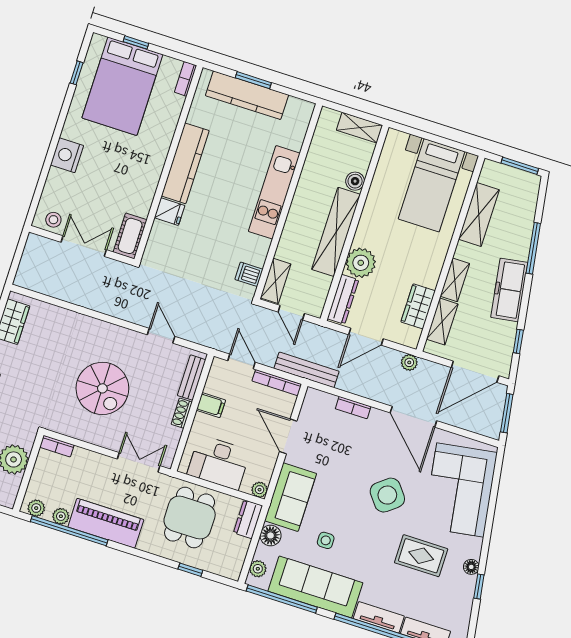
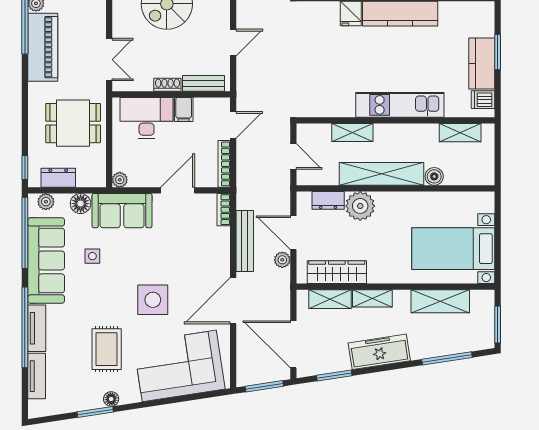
kitchen counter: (247, 95) -> (482, 63), width x0.67
shelving: (360, 128) -> (460, 133), moved, turned 90
window: (533, 248) -> (447, 358), moved
dishwasher: (249, 274) -> (483, 100), moved, turned -90
shelving: (276, 281) -> (352, 133), moved
dresser: (343, 299) -> (328, 200), width x0.70
wardrobe: (418, 306) -> (337, 272), width x1.50
door: (291, 313) -> (293, 156), swing flipped
window: (518, 341) -> (334, 376), width x1.50
plant: (409, 362) -> (282, 260), moved
bench: (307, 370) -> (245, 241), moved
bookcase: (353, 408) -> (224, 210), moved
desk: (219, 463) -> (147, 118), moved, turned 90
side table: (387, 495) -> (153, 300), turned 38
dresser: (248, 519) -> (58, 178), moved
window: (190, 570) -> (25, 167), moved
window: (479, 587) -> (95, 412), width x1.50

